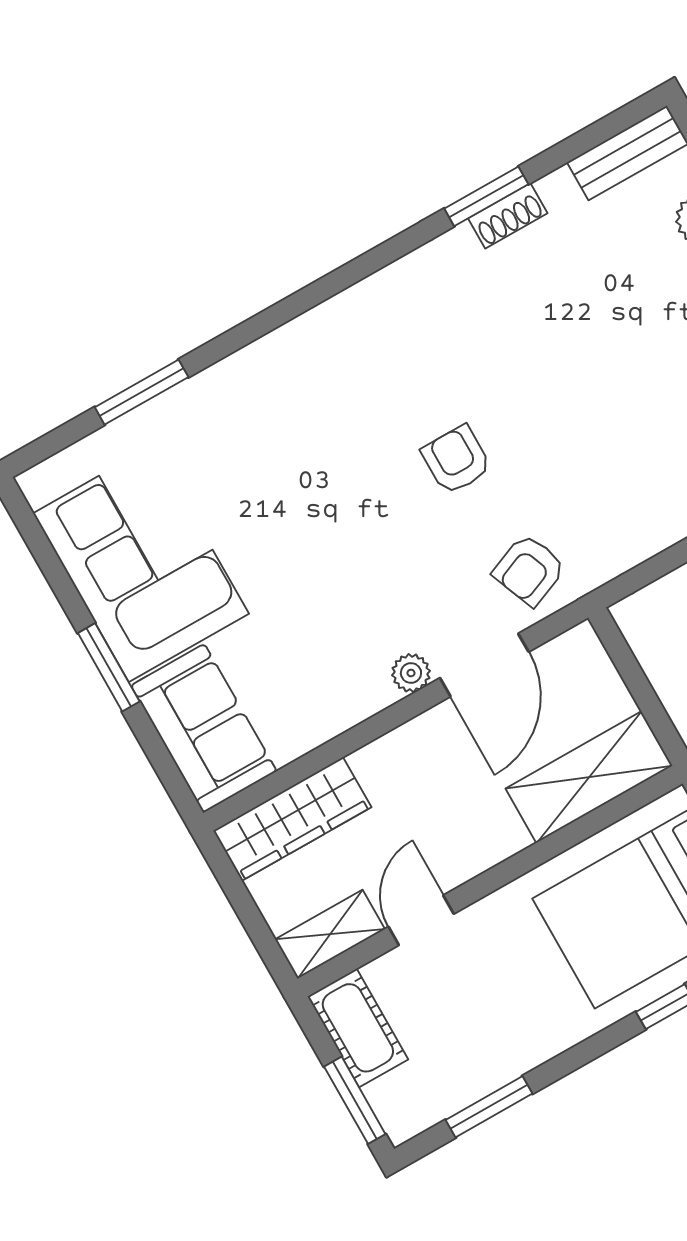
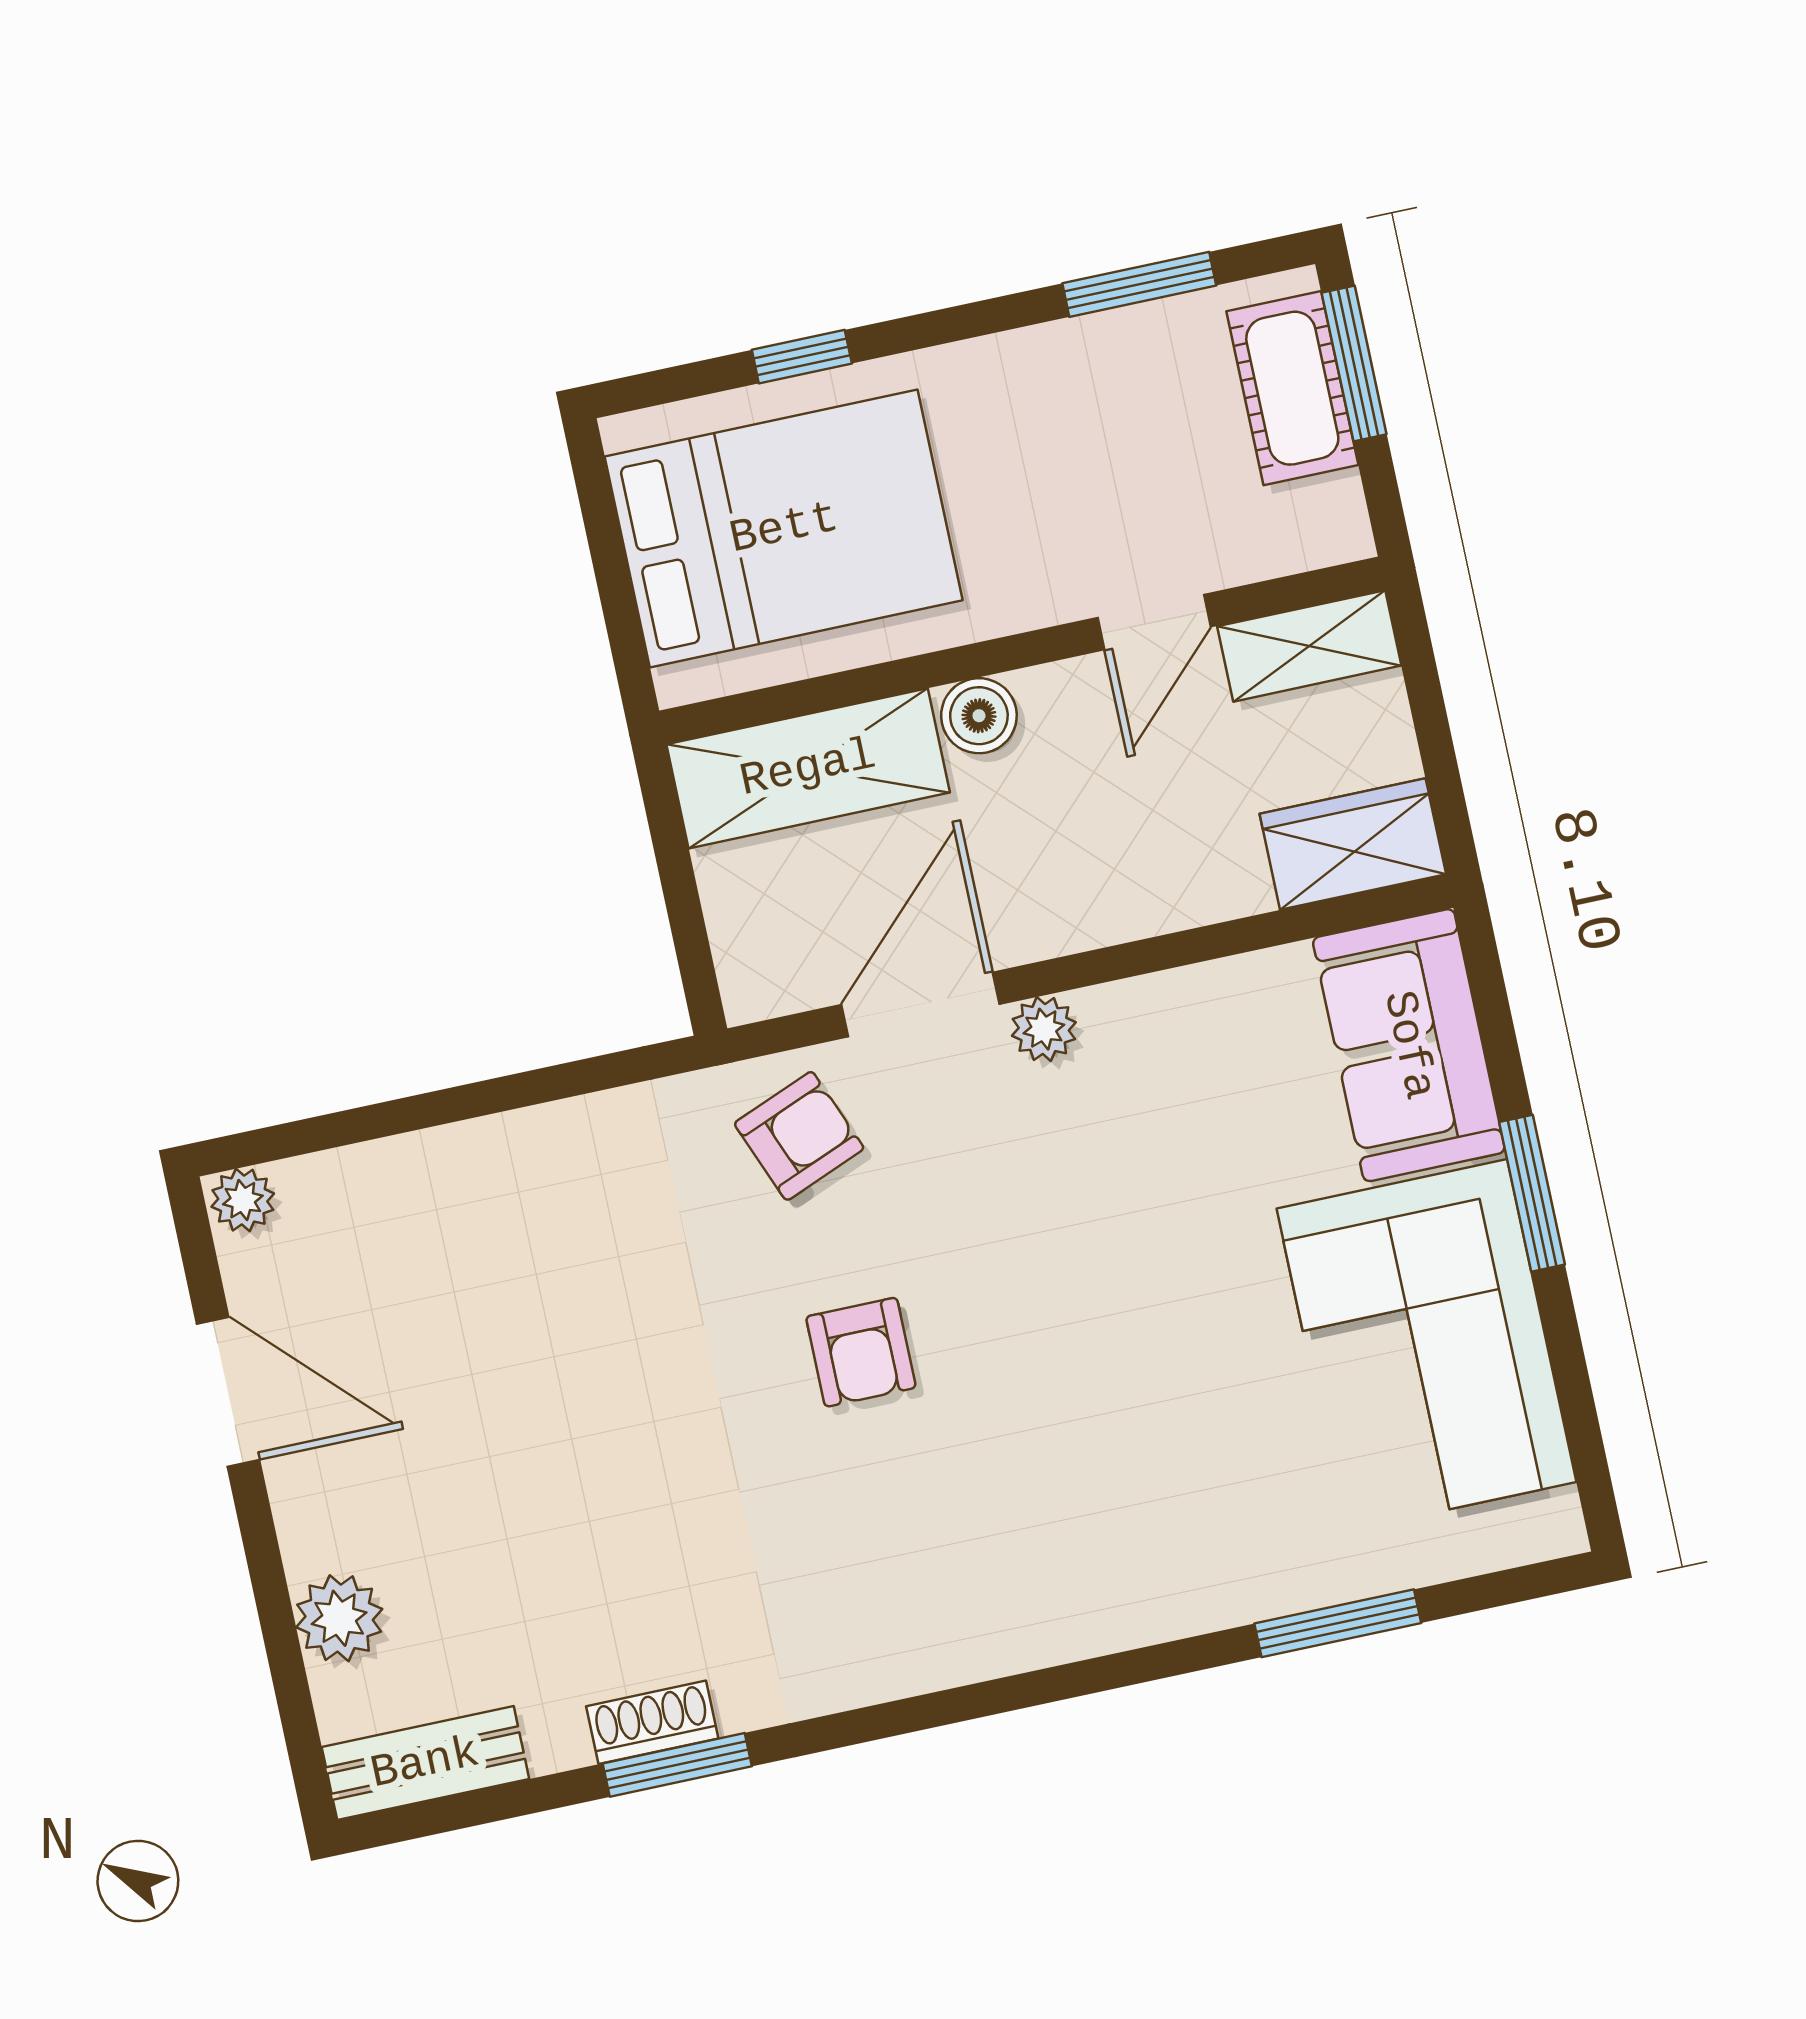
wardrobe: (292, 819) -> (1353, 844), width x0.67
boiler: (503, 837) -> (979, 716), added
cot: (358, 1028) -> (1292, 388), moved

